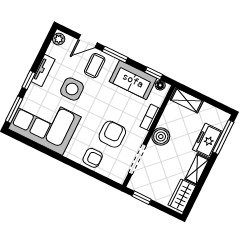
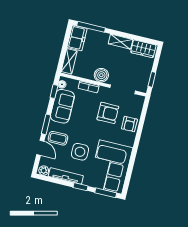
tv unit: (43, 70) -> (66, 176), width x1.41
armchair: (112, 134) -> (108, 113), turned 180
freezer: (208, 141) -> (77, 38), moved, turned -90
armchair: (93, 158) -> (129, 124), turned 180

